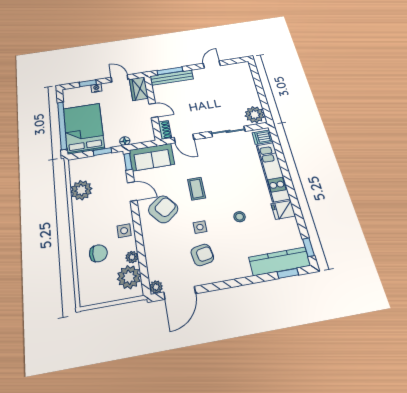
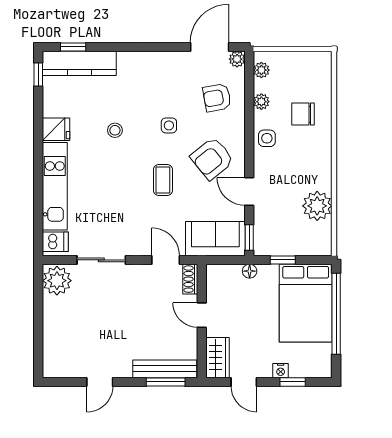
armchair: (202, 255) -> (217, 98), moved
plant: (129, 277) -> (261, 70), width x0.53, depth x0.53

